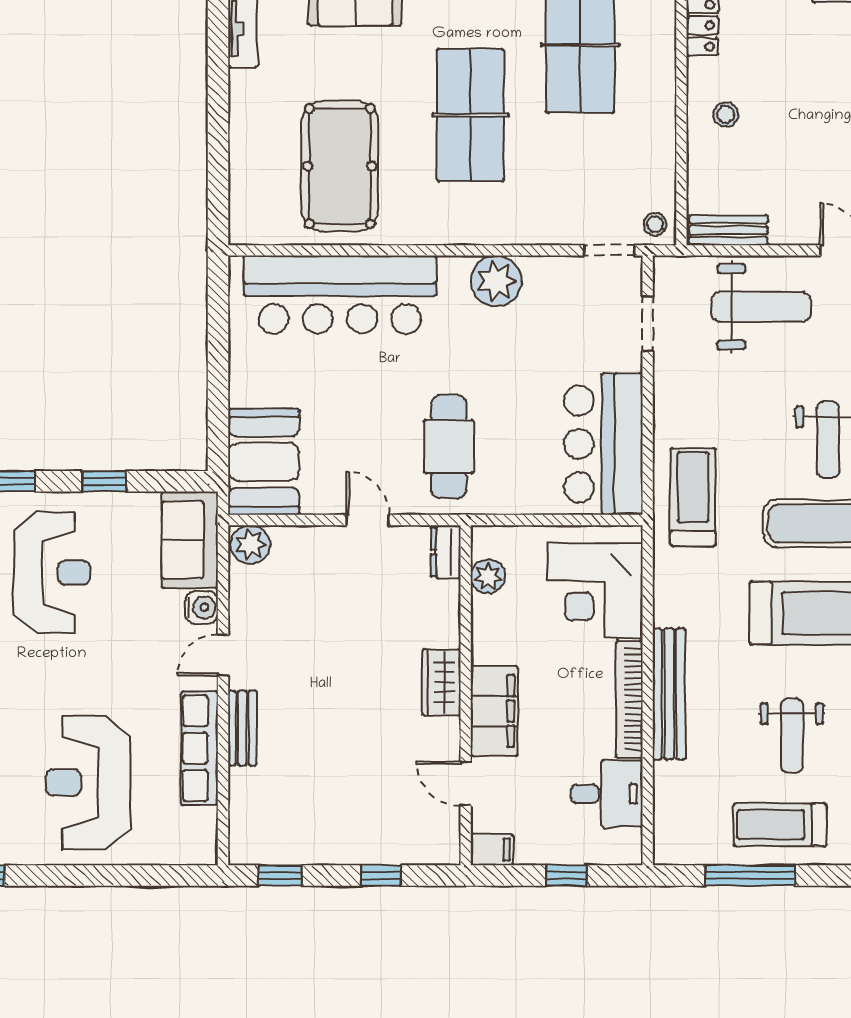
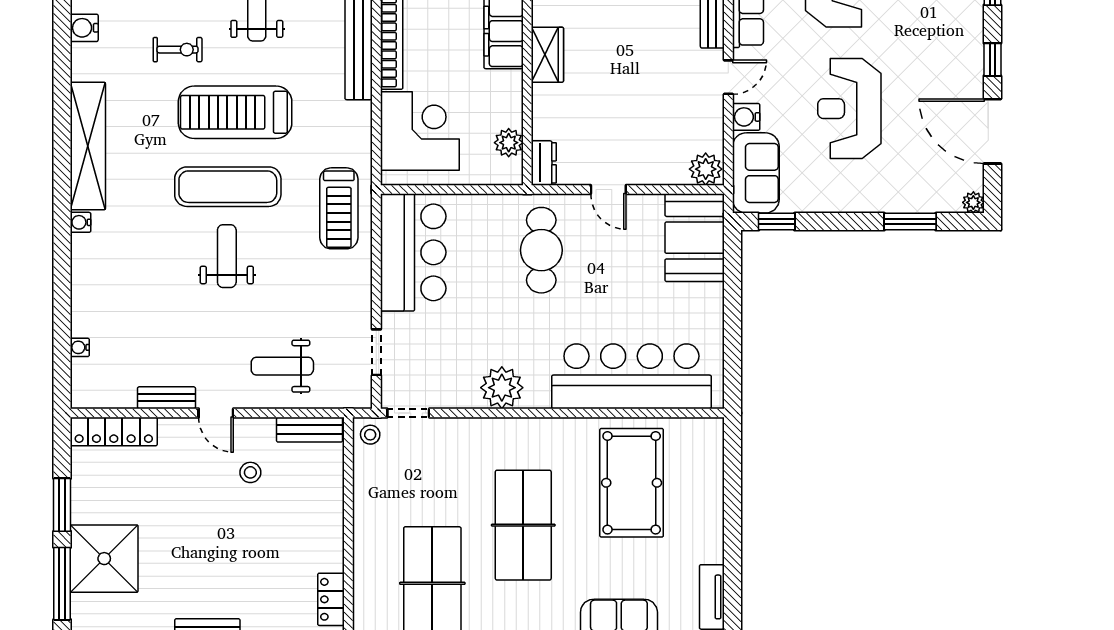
stool: (726, 114) -> (250, 472), moved
weight bench: (761, 307) -> (282, 366), width x0.73, depth x0.75
window: (104, 481) -> (777, 222), moved
reception desk: (52, 573) -> (849, 109), moved

